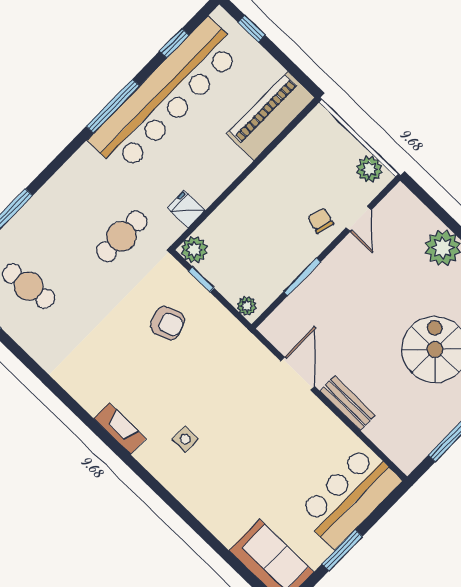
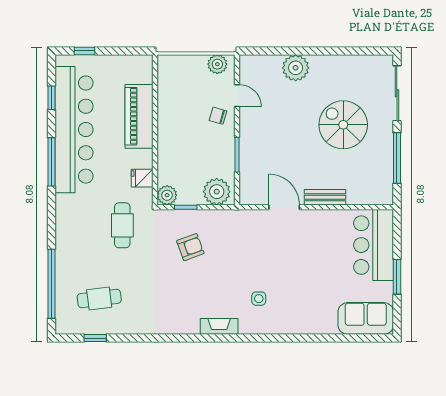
piano: (271, 116) -> (139, 116), moved
plant: (247, 306) -> (217, 192), width x1.88, depth x1.88

